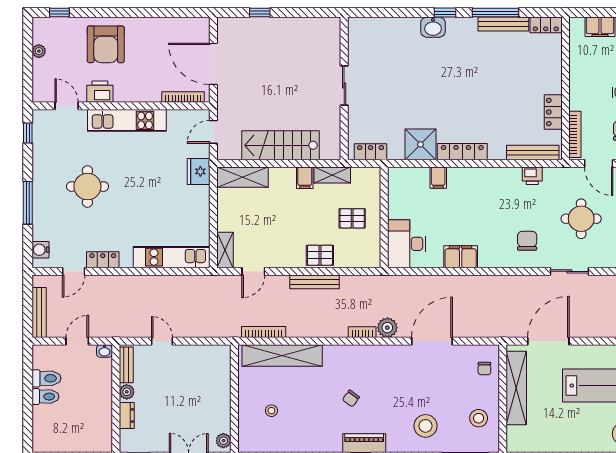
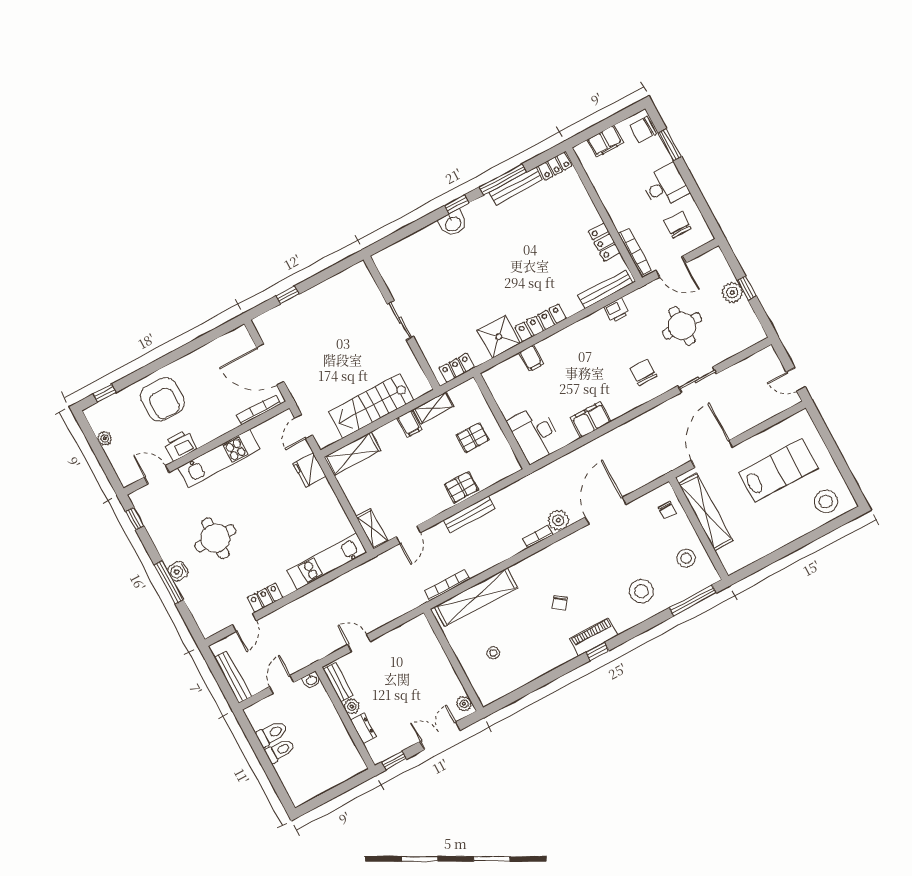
water cooler: (41, 250) -> (178, 571), moved

